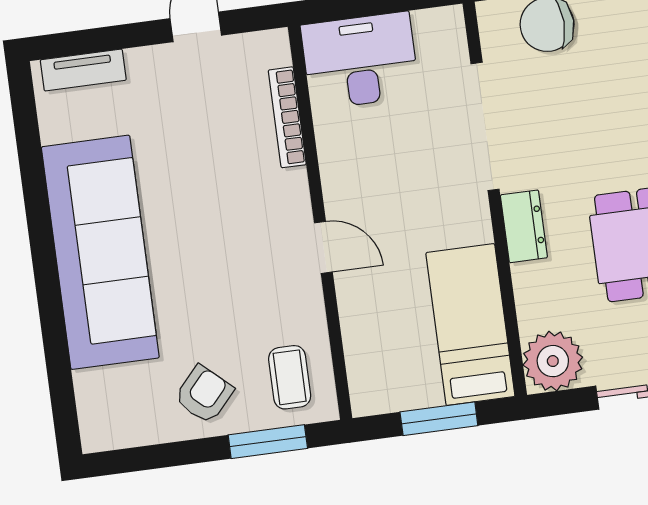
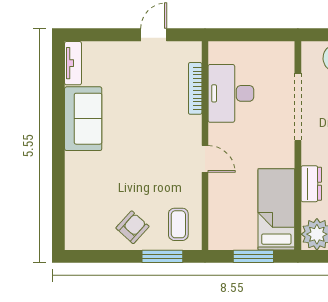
desk: (360, 61) -> (231, 93), moved, turned -90
tv unit: (83, 70) -> (73, 63), moved, turned -90
dresser: (524, 226) -> (311, 184), moved
sofa: (100, 252) -> (83, 119), width x0.54, depth x0.79

